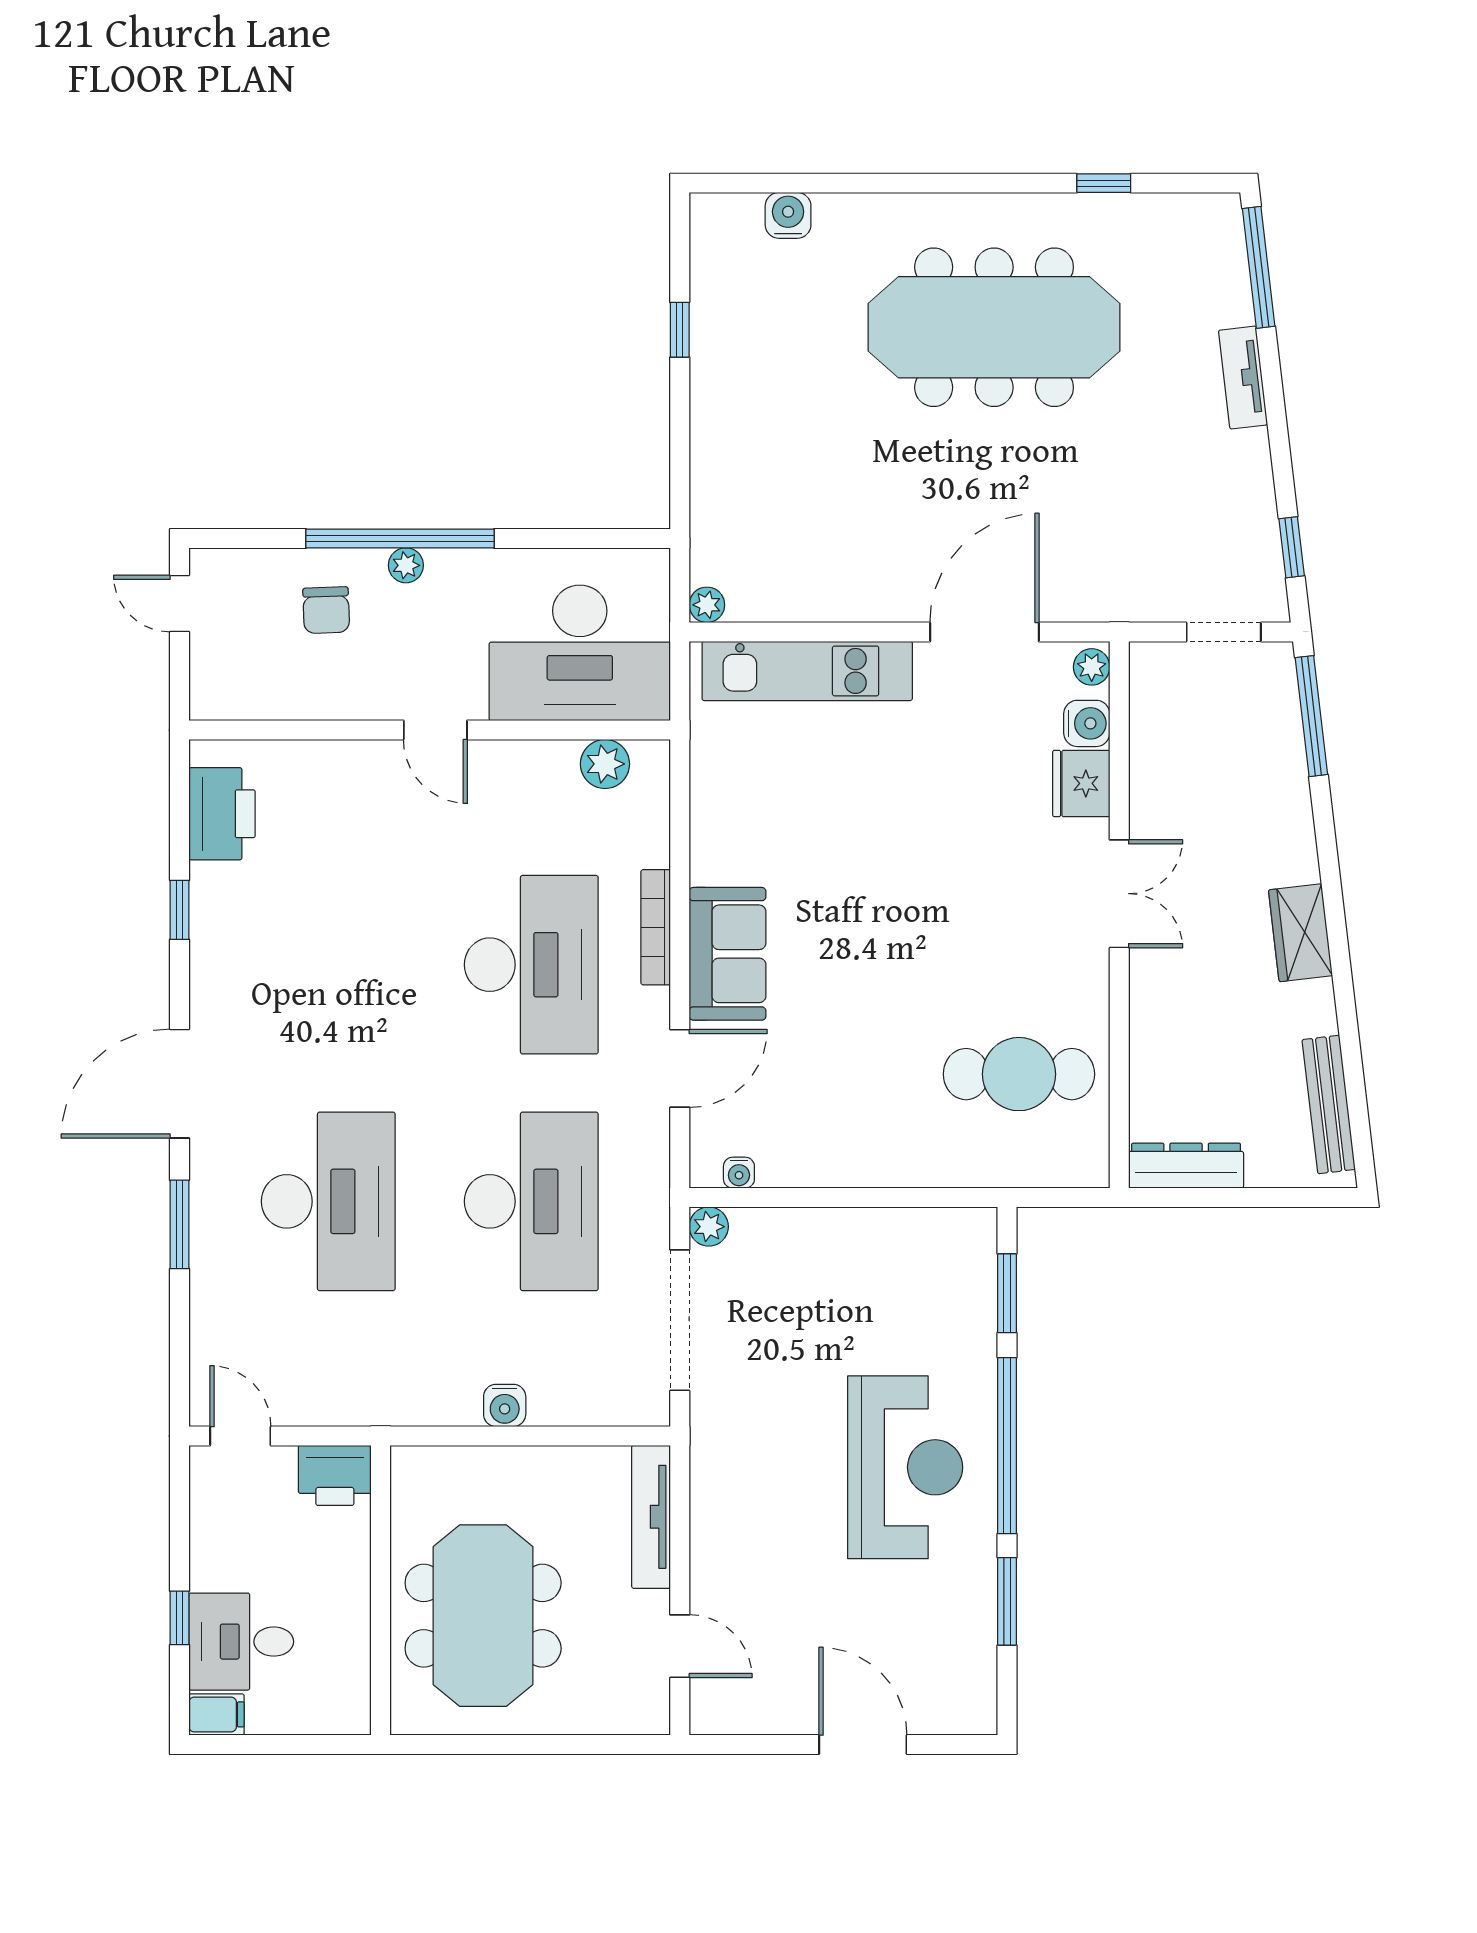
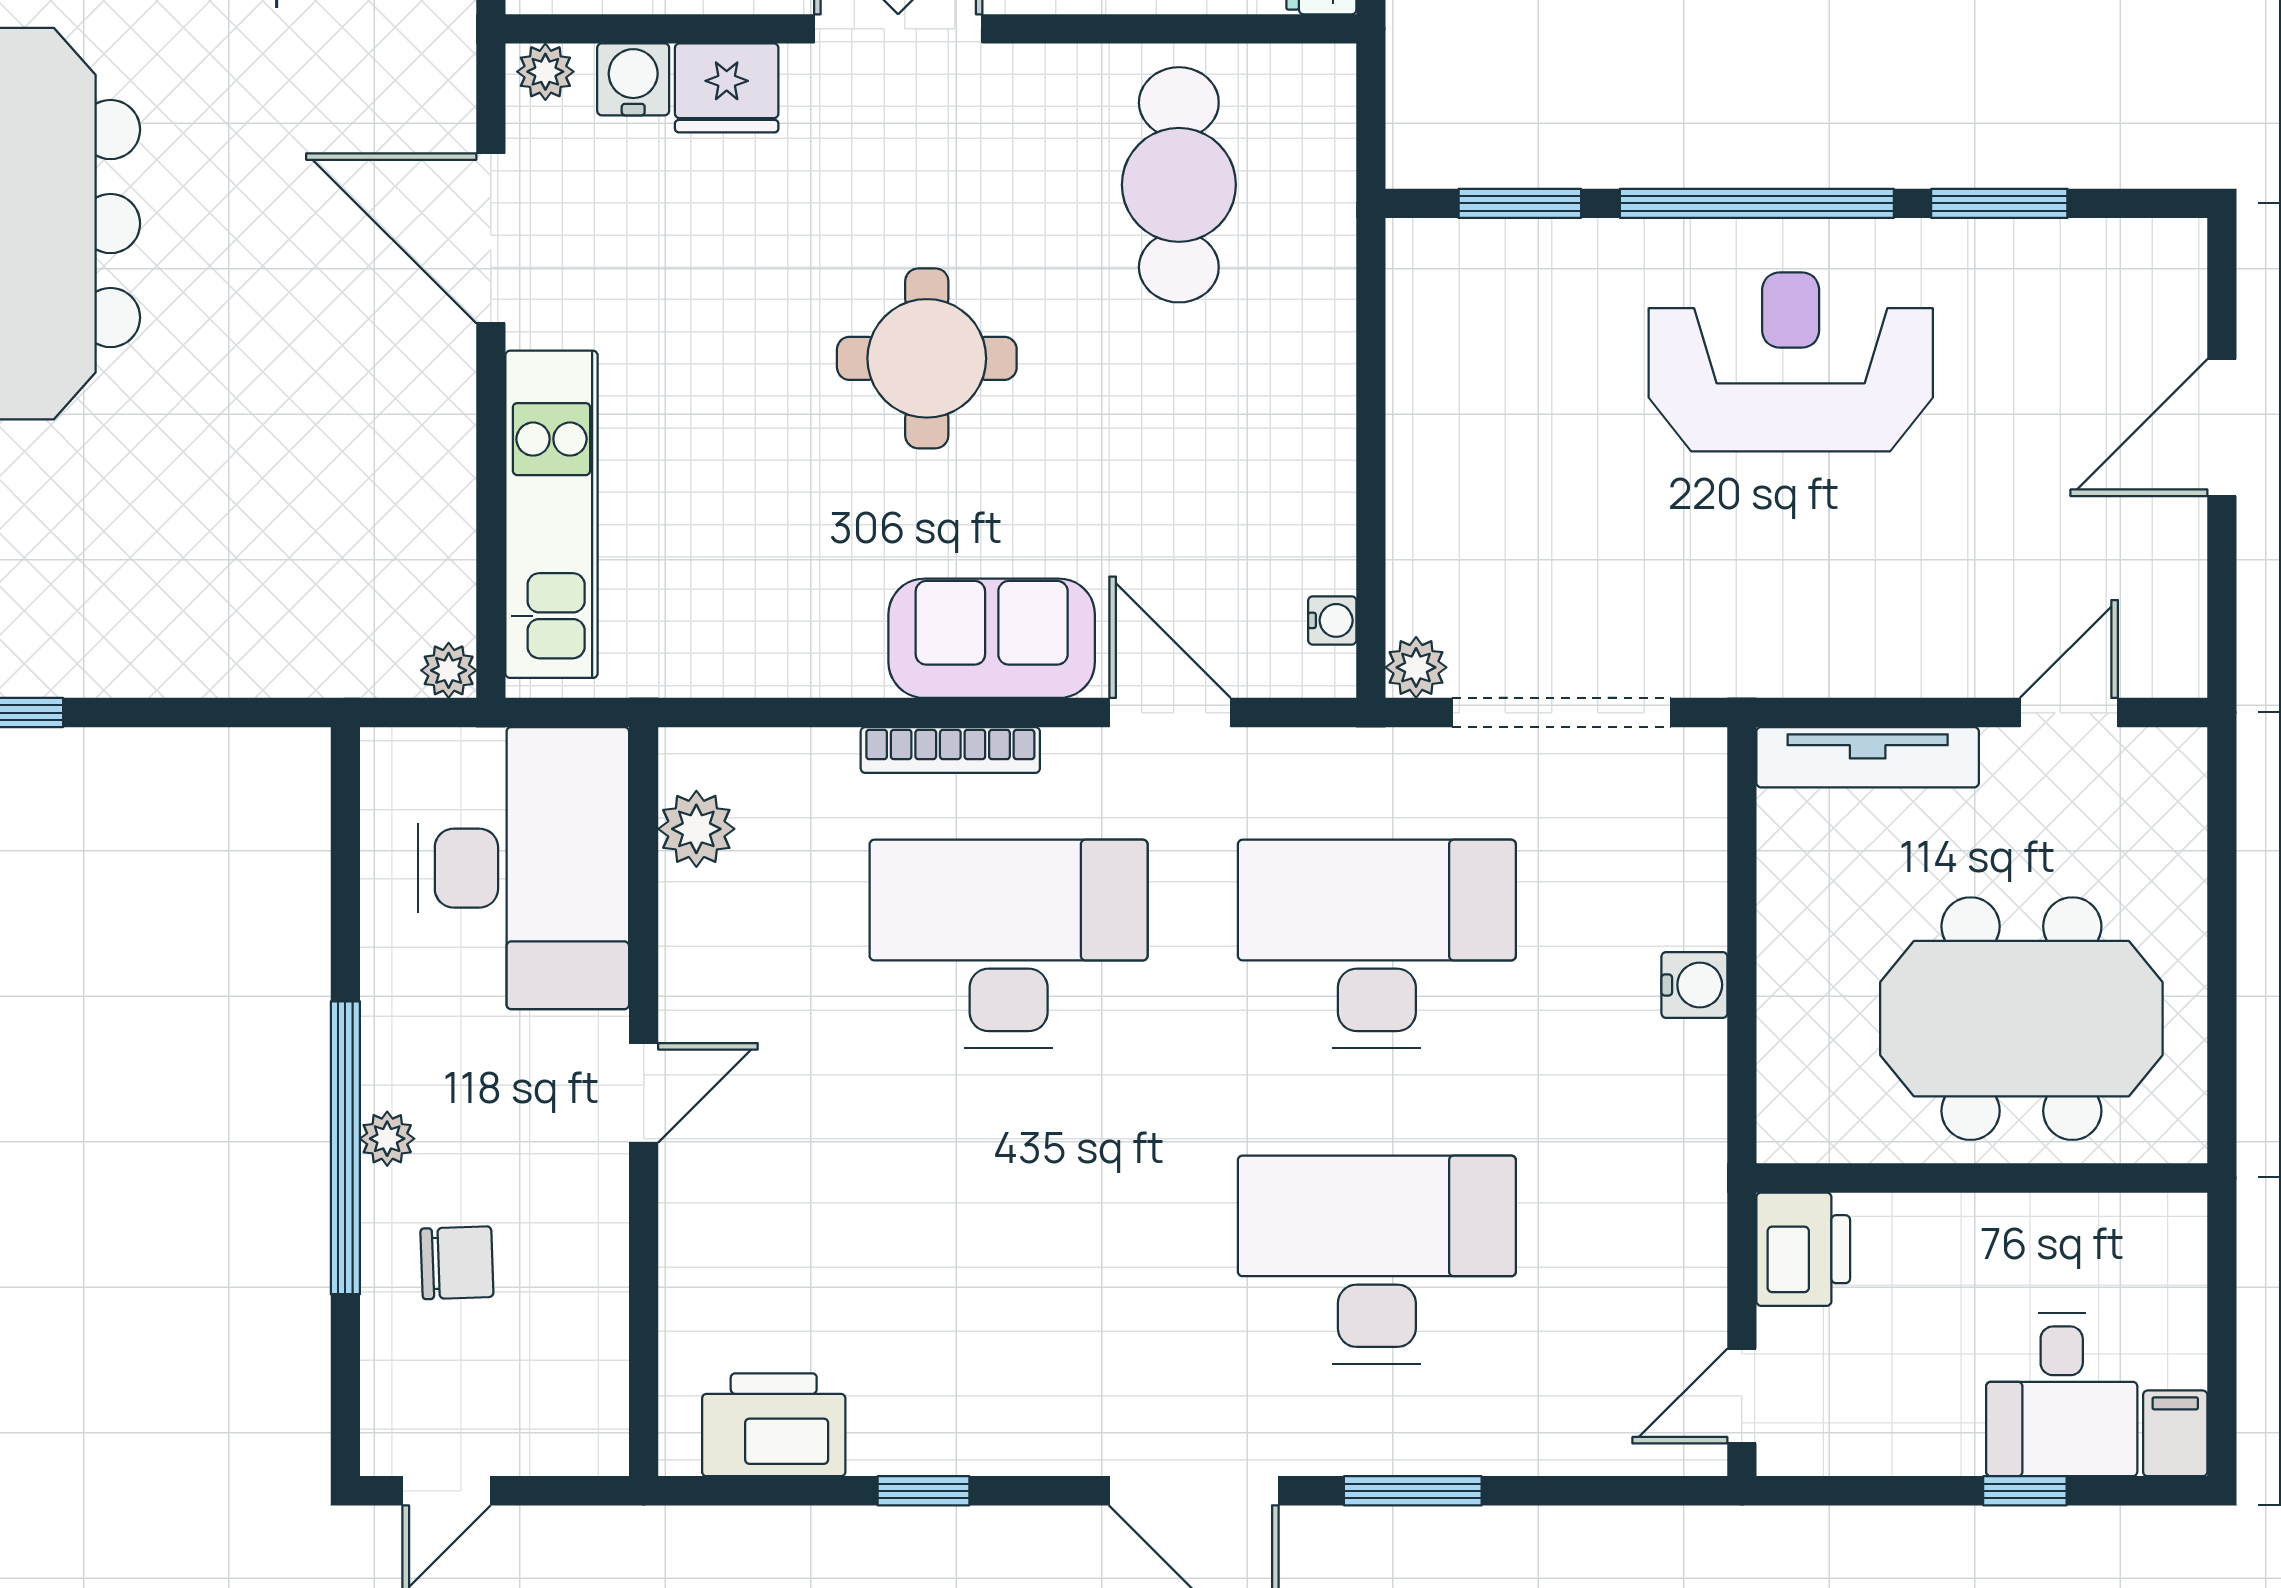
round table: (907, 912) -> (927, 358), added

